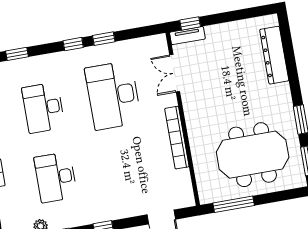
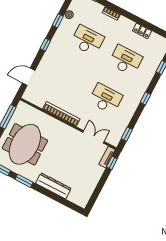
window: (104, 39) -> (127, 134), moved
dresser: (274, 55) -> (53, 186), moved
desk: (113, 95) -> (106, 99), width x0.73, depth x0.77

